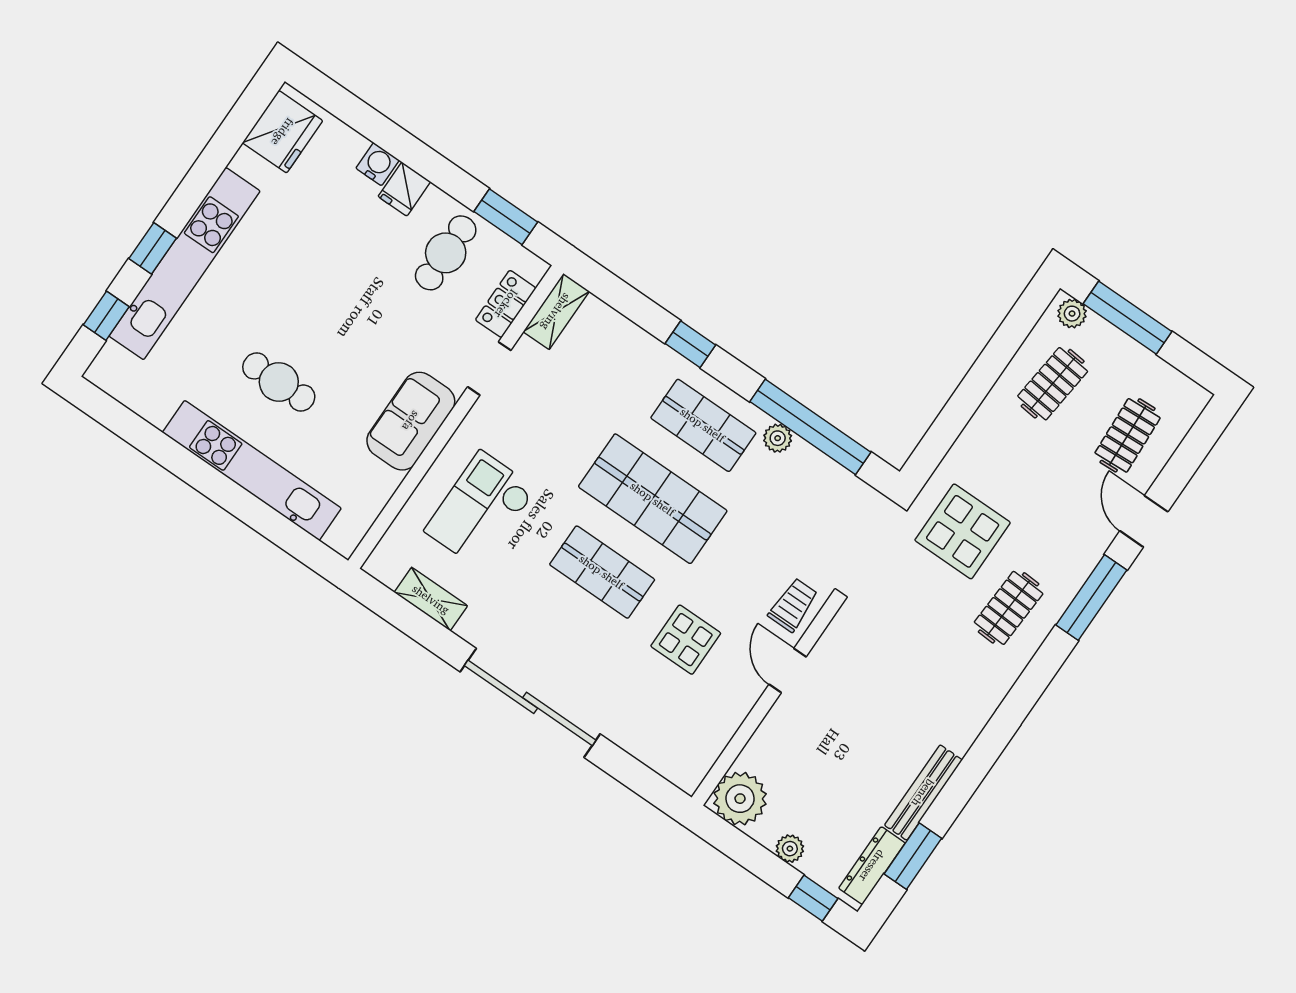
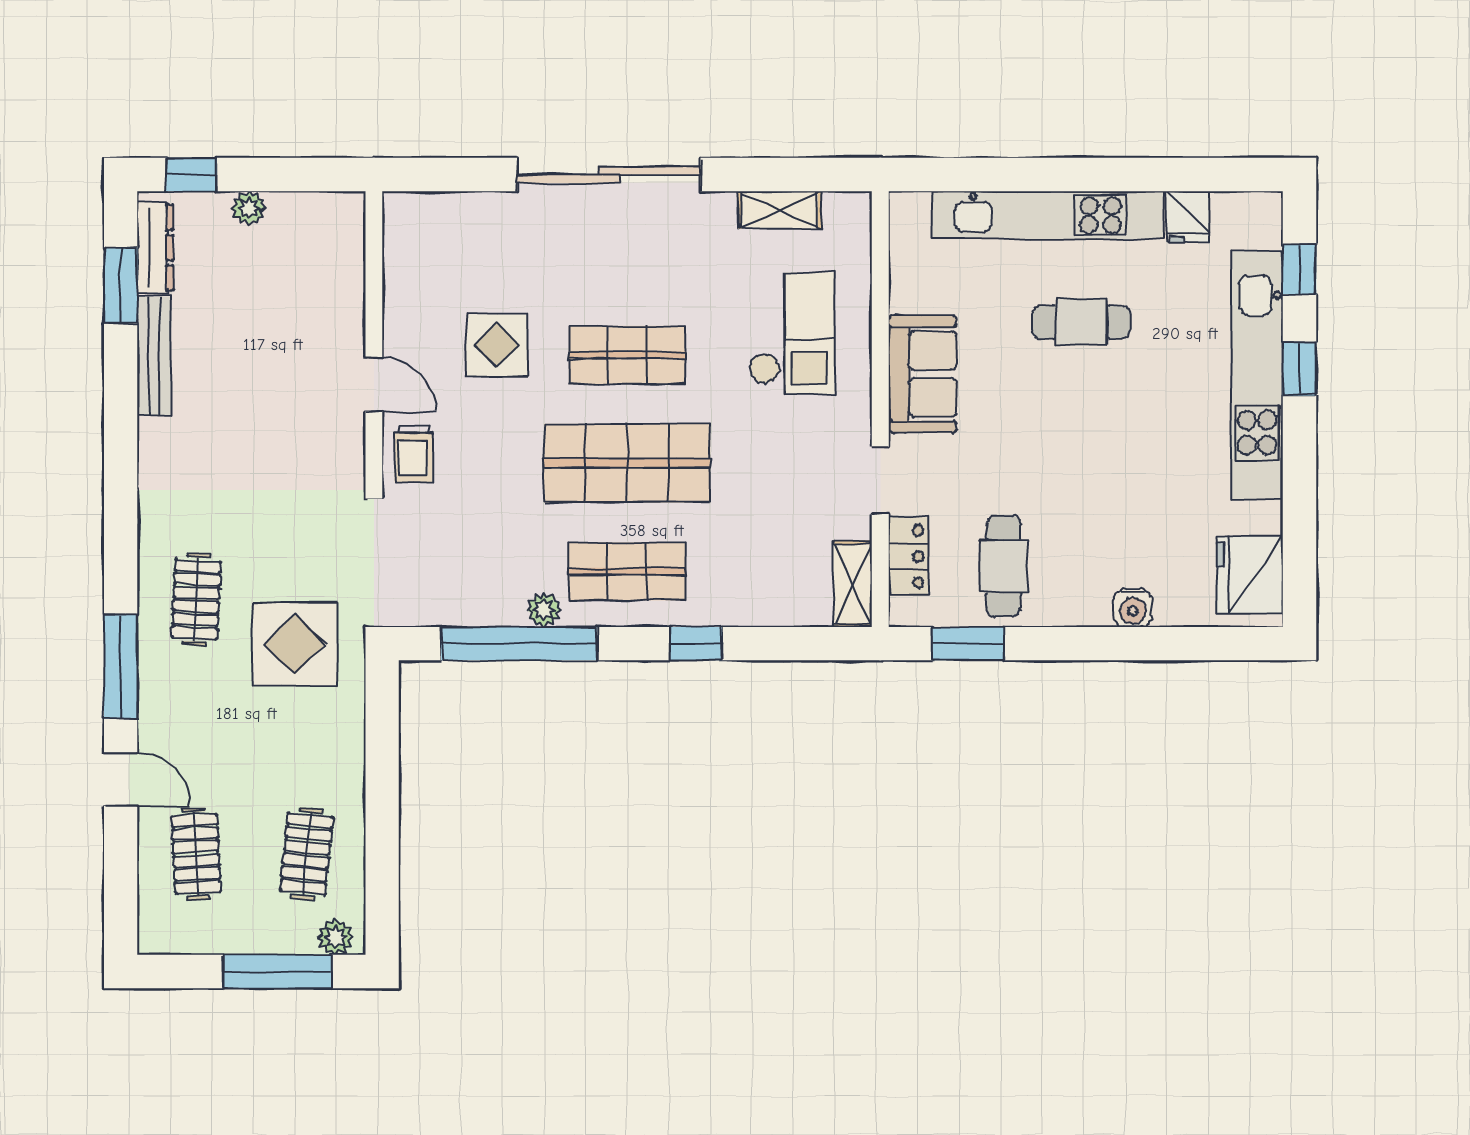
fridge: (404, 189) -> (1188, 217), moved, turned 180
plant: (740, 799) -> (333, 224), removed

